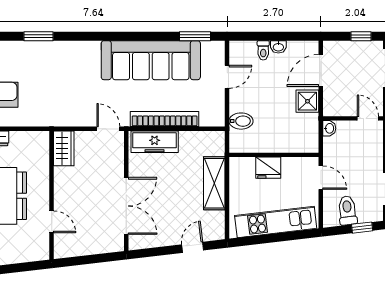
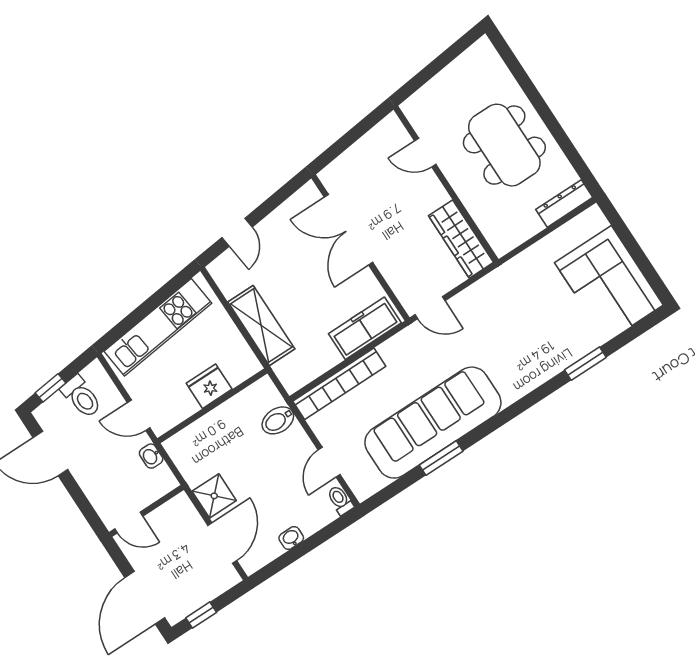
window: (195, 36) -> (441, 458), moved
toilet: (263, 50) -> (340, 500), moved
bookcase: (165, 119) -> (339, 384), moved
washbasin: (329, 128) -> (151, 456), moved
wardrobe: (64, 148) -> (461, 239), width x1.50

